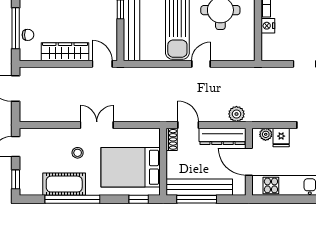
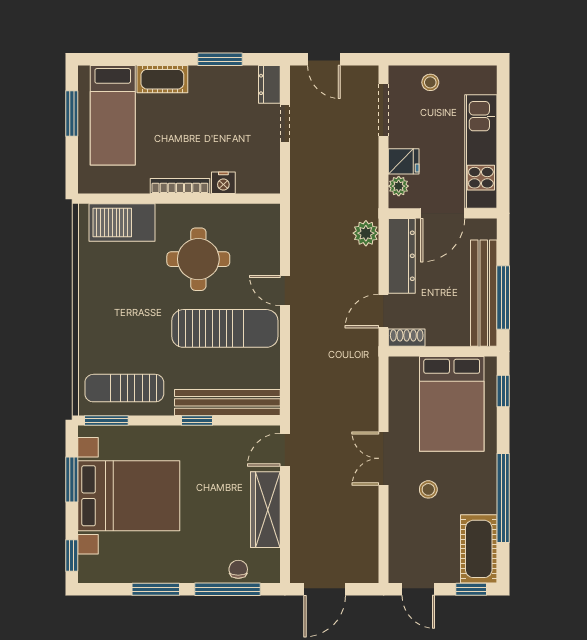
cot: (64, 184) -> (479, 549), moved

